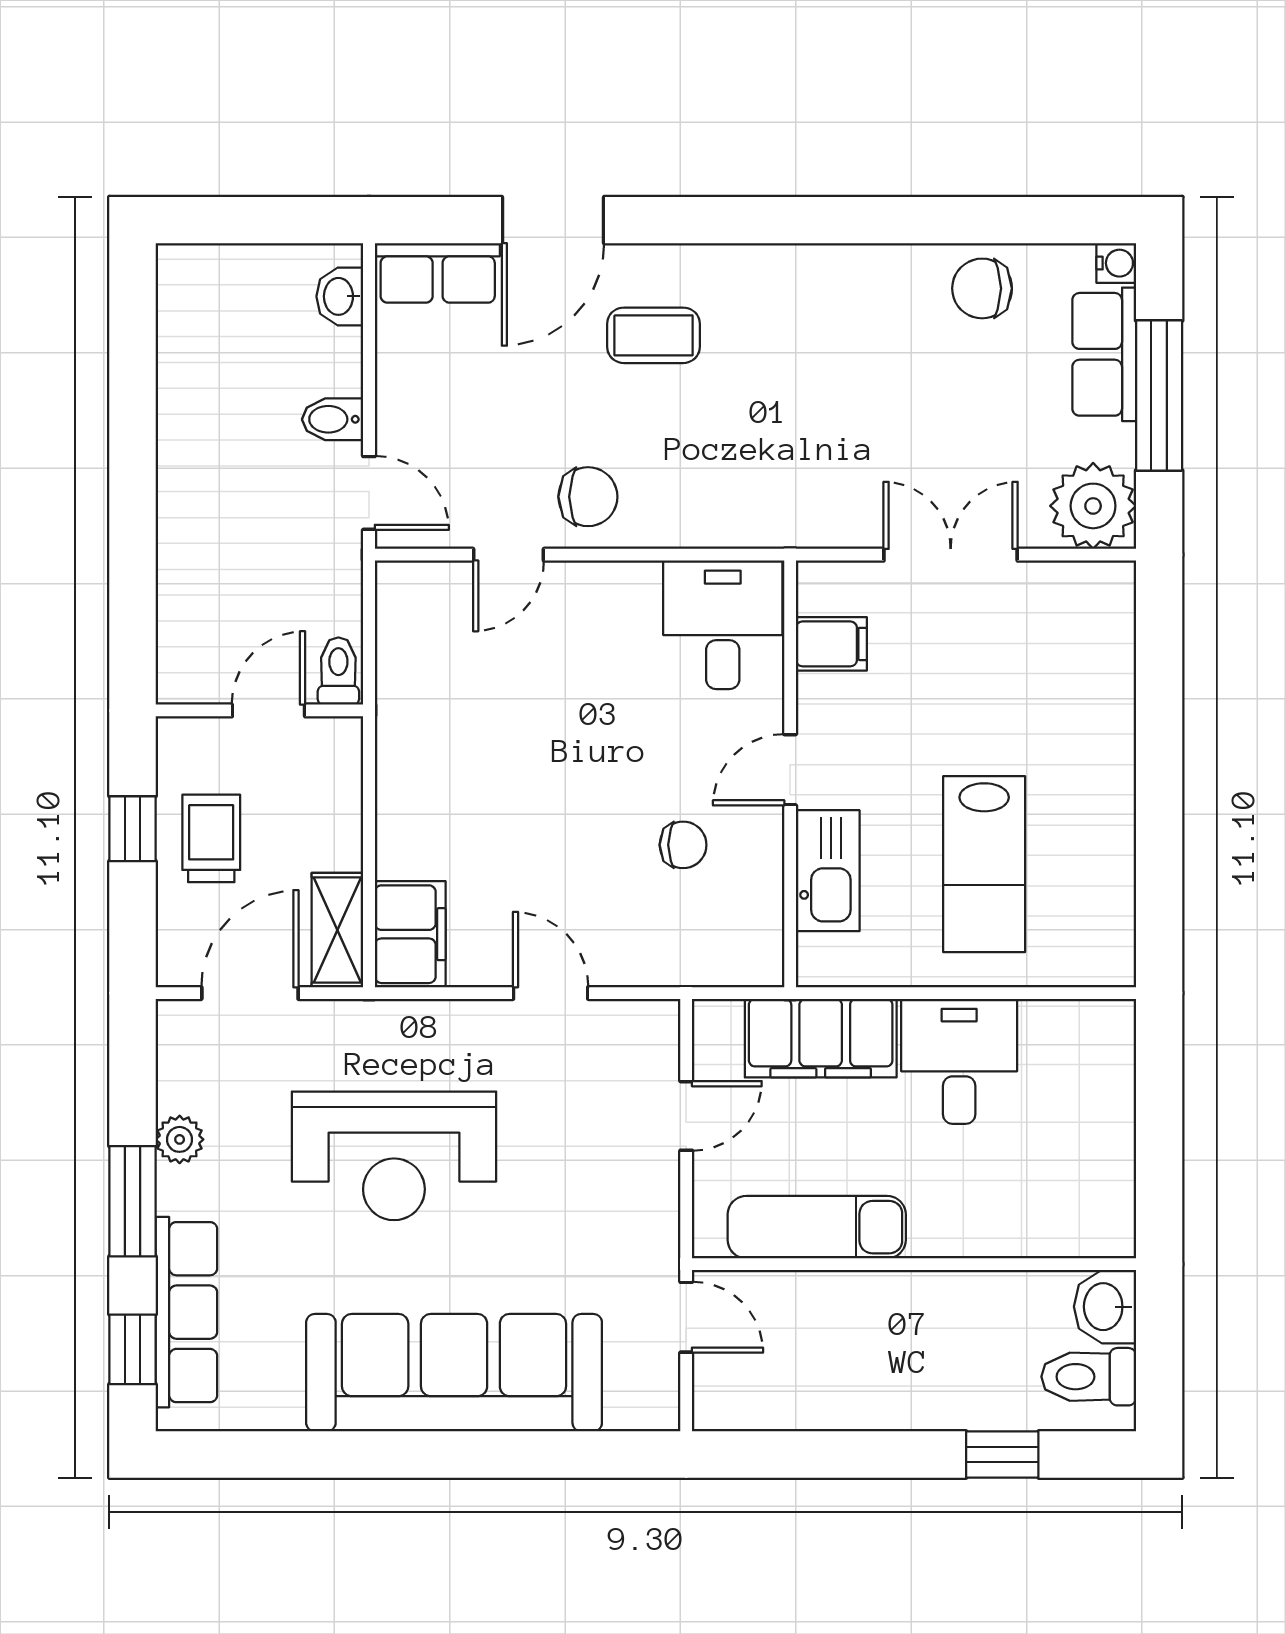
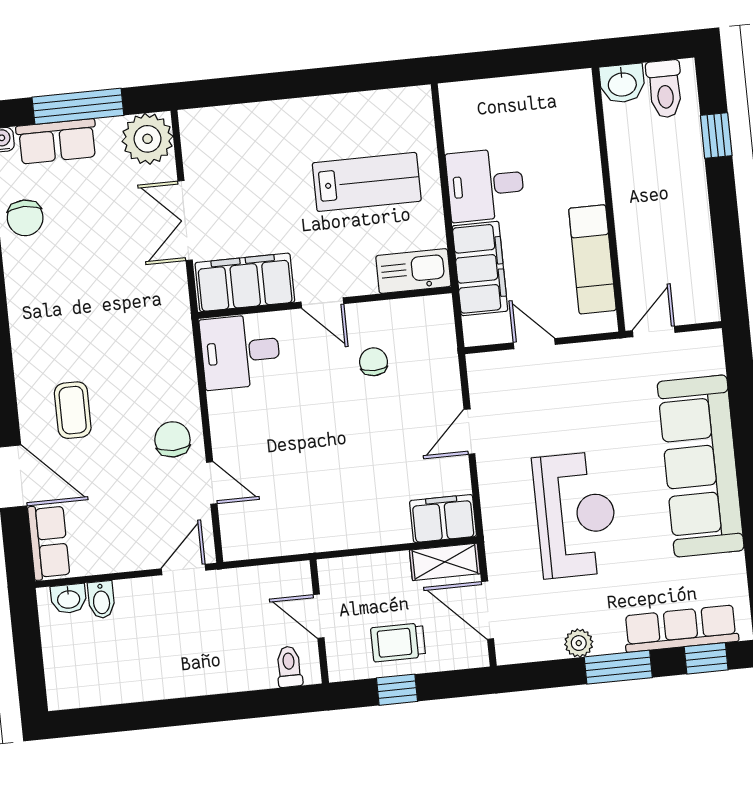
bidet: (333, 419) -> (101, 600), moved
filing cabinet: (831, 644) -> (245, 282), width x3.00, depth x1.17
toilet: (338, 671) -> (289, 667), moved, turned 90
kitchen sink: (828, 871) -> (413, 271), moved

